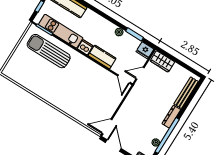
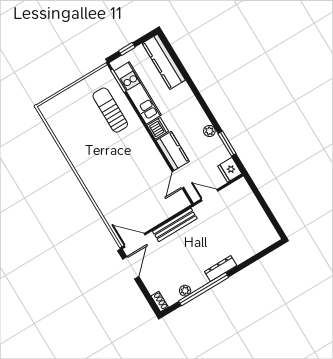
sun lounger: (49, 51) -> (110, 110), width x0.73, depth x0.75
wardrobe: (162, 61) -> (244, 195), removed
door: (124, 79) -> (178, 180), moved
bench: (186, 93) -> (175, 225), moved

